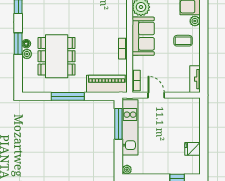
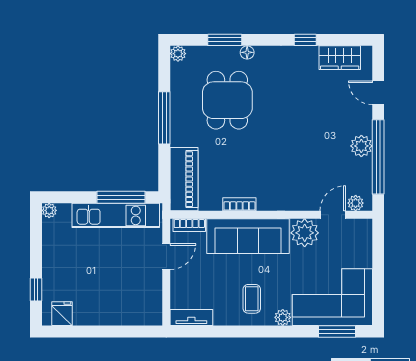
sofa: (143, 36) -> (248, 236), width x1.36
window: (18, 44) -> (225, 40), moved
plant: (27, 54) -> (178, 54), moved
dining table: (57, 56) -> (227, 100), width x0.73
fridge: (192, 149) -> (62, 314), moved

